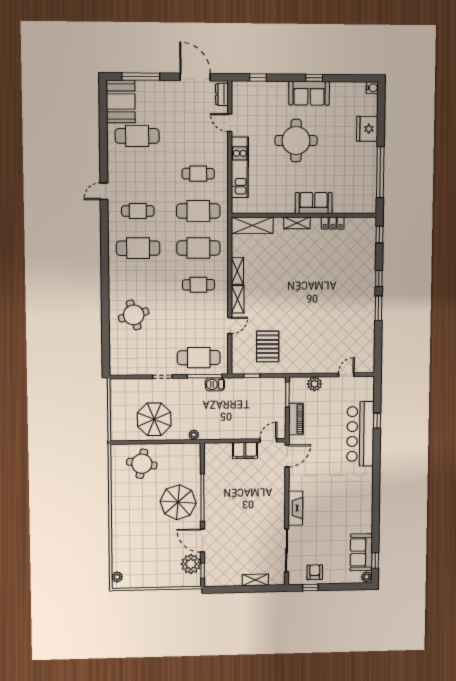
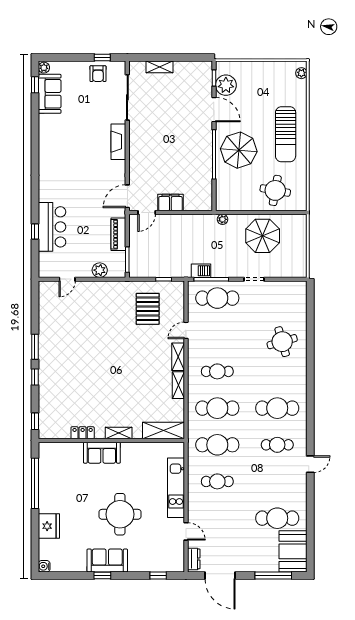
bar counter: (360, 434) -> (52, 227), width x0.73
sun lounger: (132, 518) -> (286, 134), added

